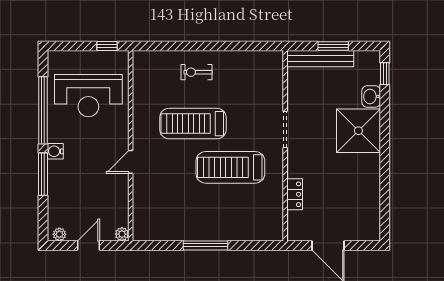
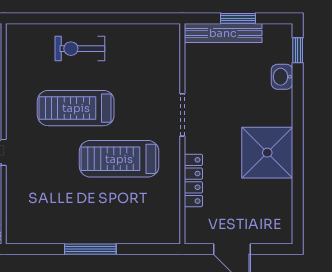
exercise bike: (196, 72) -> (80, 49), width x1.38, depth x1.39
shower: (358, 131) -> (267, 153), moved
locker: (295, 194) -> (193, 180), width x1.53

